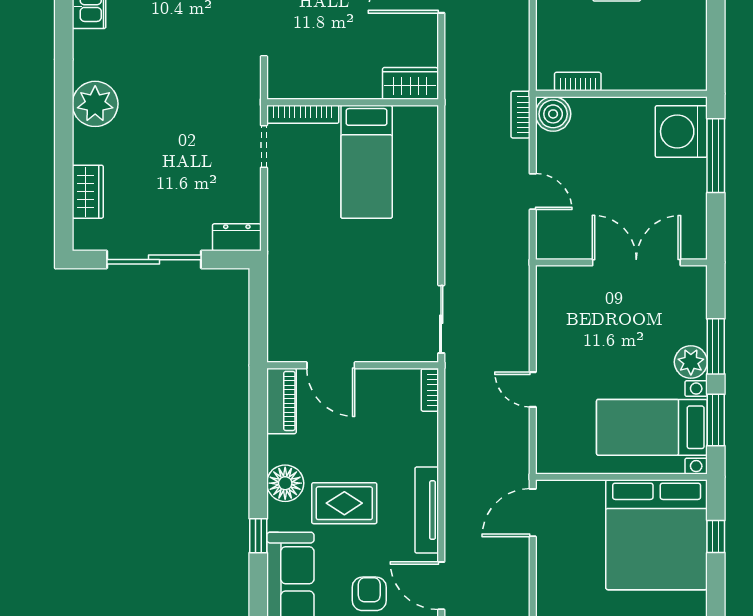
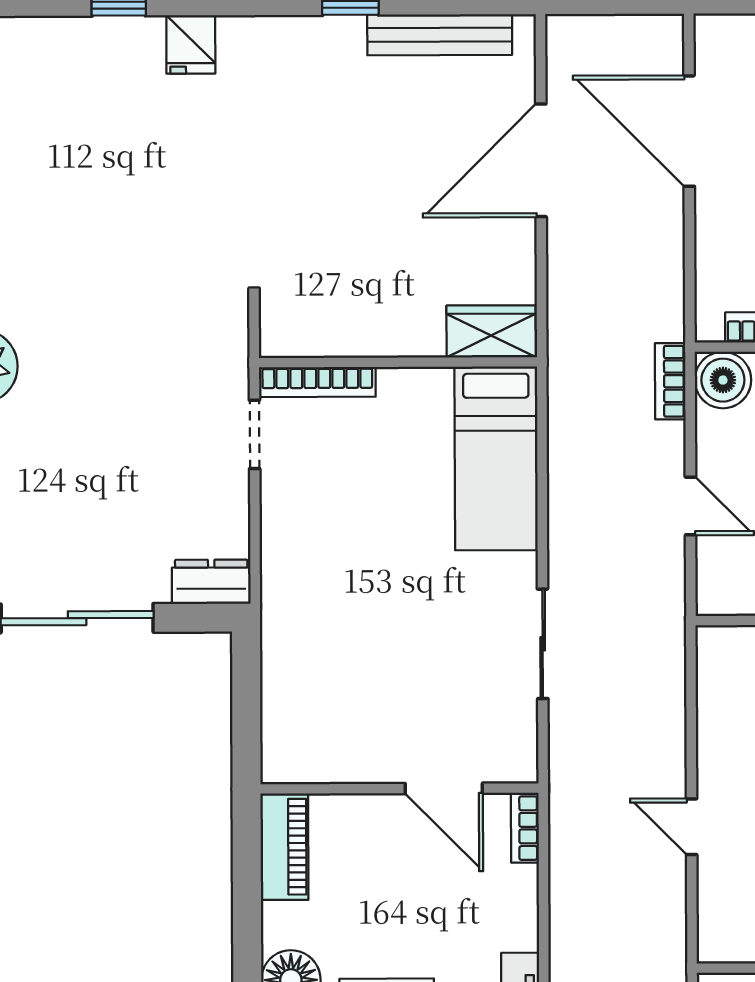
bed: (367, 162) -> (496, 458), moved
sliding door: (441, 319) -> (543, 644), moved
door: (331, 365) -> (444, 788), moved

